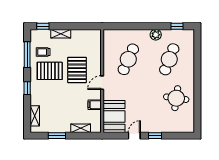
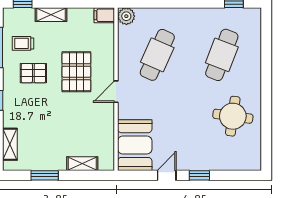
plant: (156, 35) -> (126, 16), moved
pallet: (50, 71) -> (33, 73), width x0.67, depth x0.71
filing cabinet: (95, 105) -> (104, 15), moved

